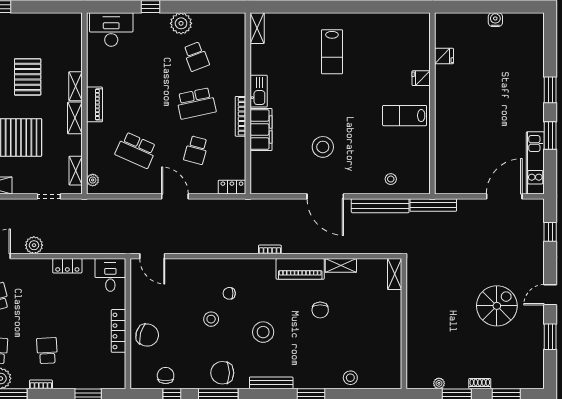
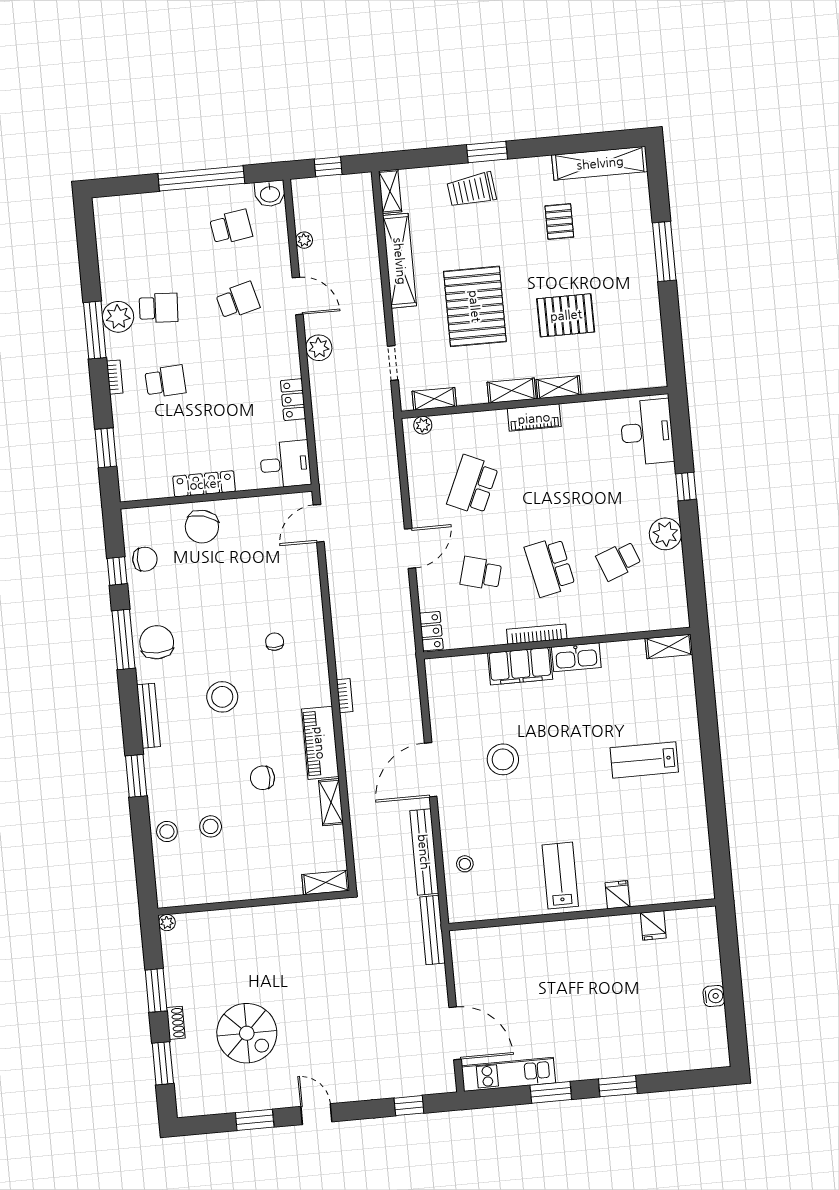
spiral stairs: (497, 306) -> (247, 1033), moved
stool: (211, 319) -> (211, 826), moved
plant: (439, 383) -> (167, 923), moved

